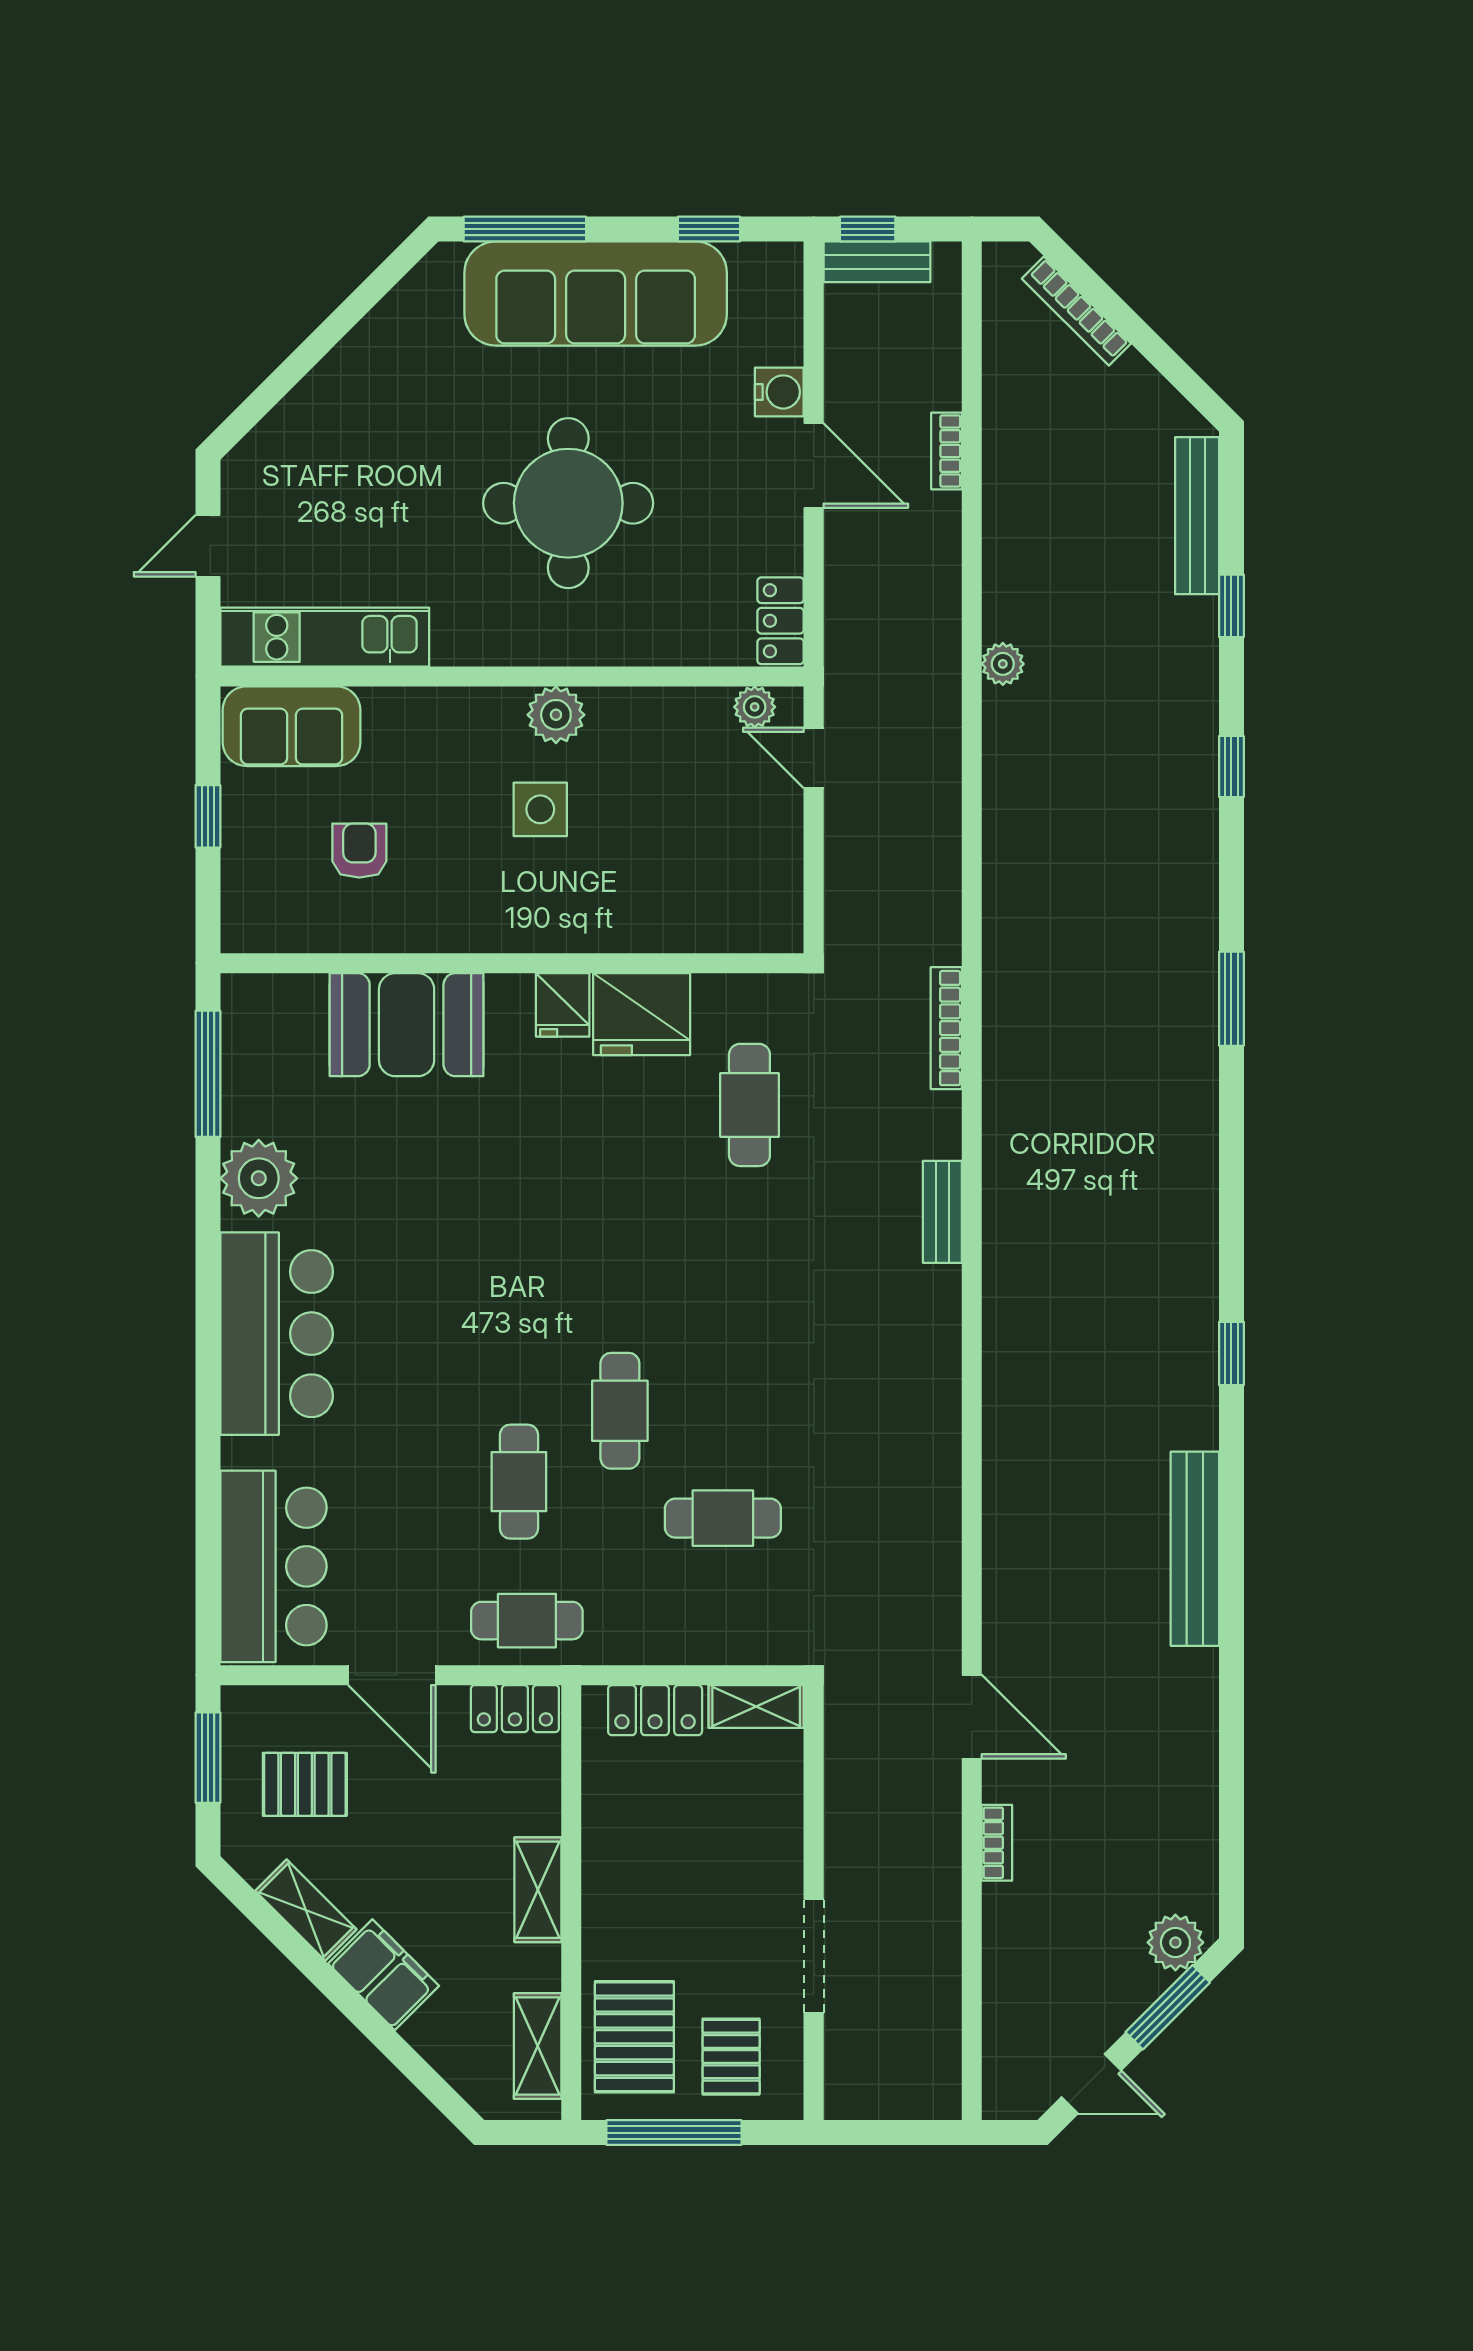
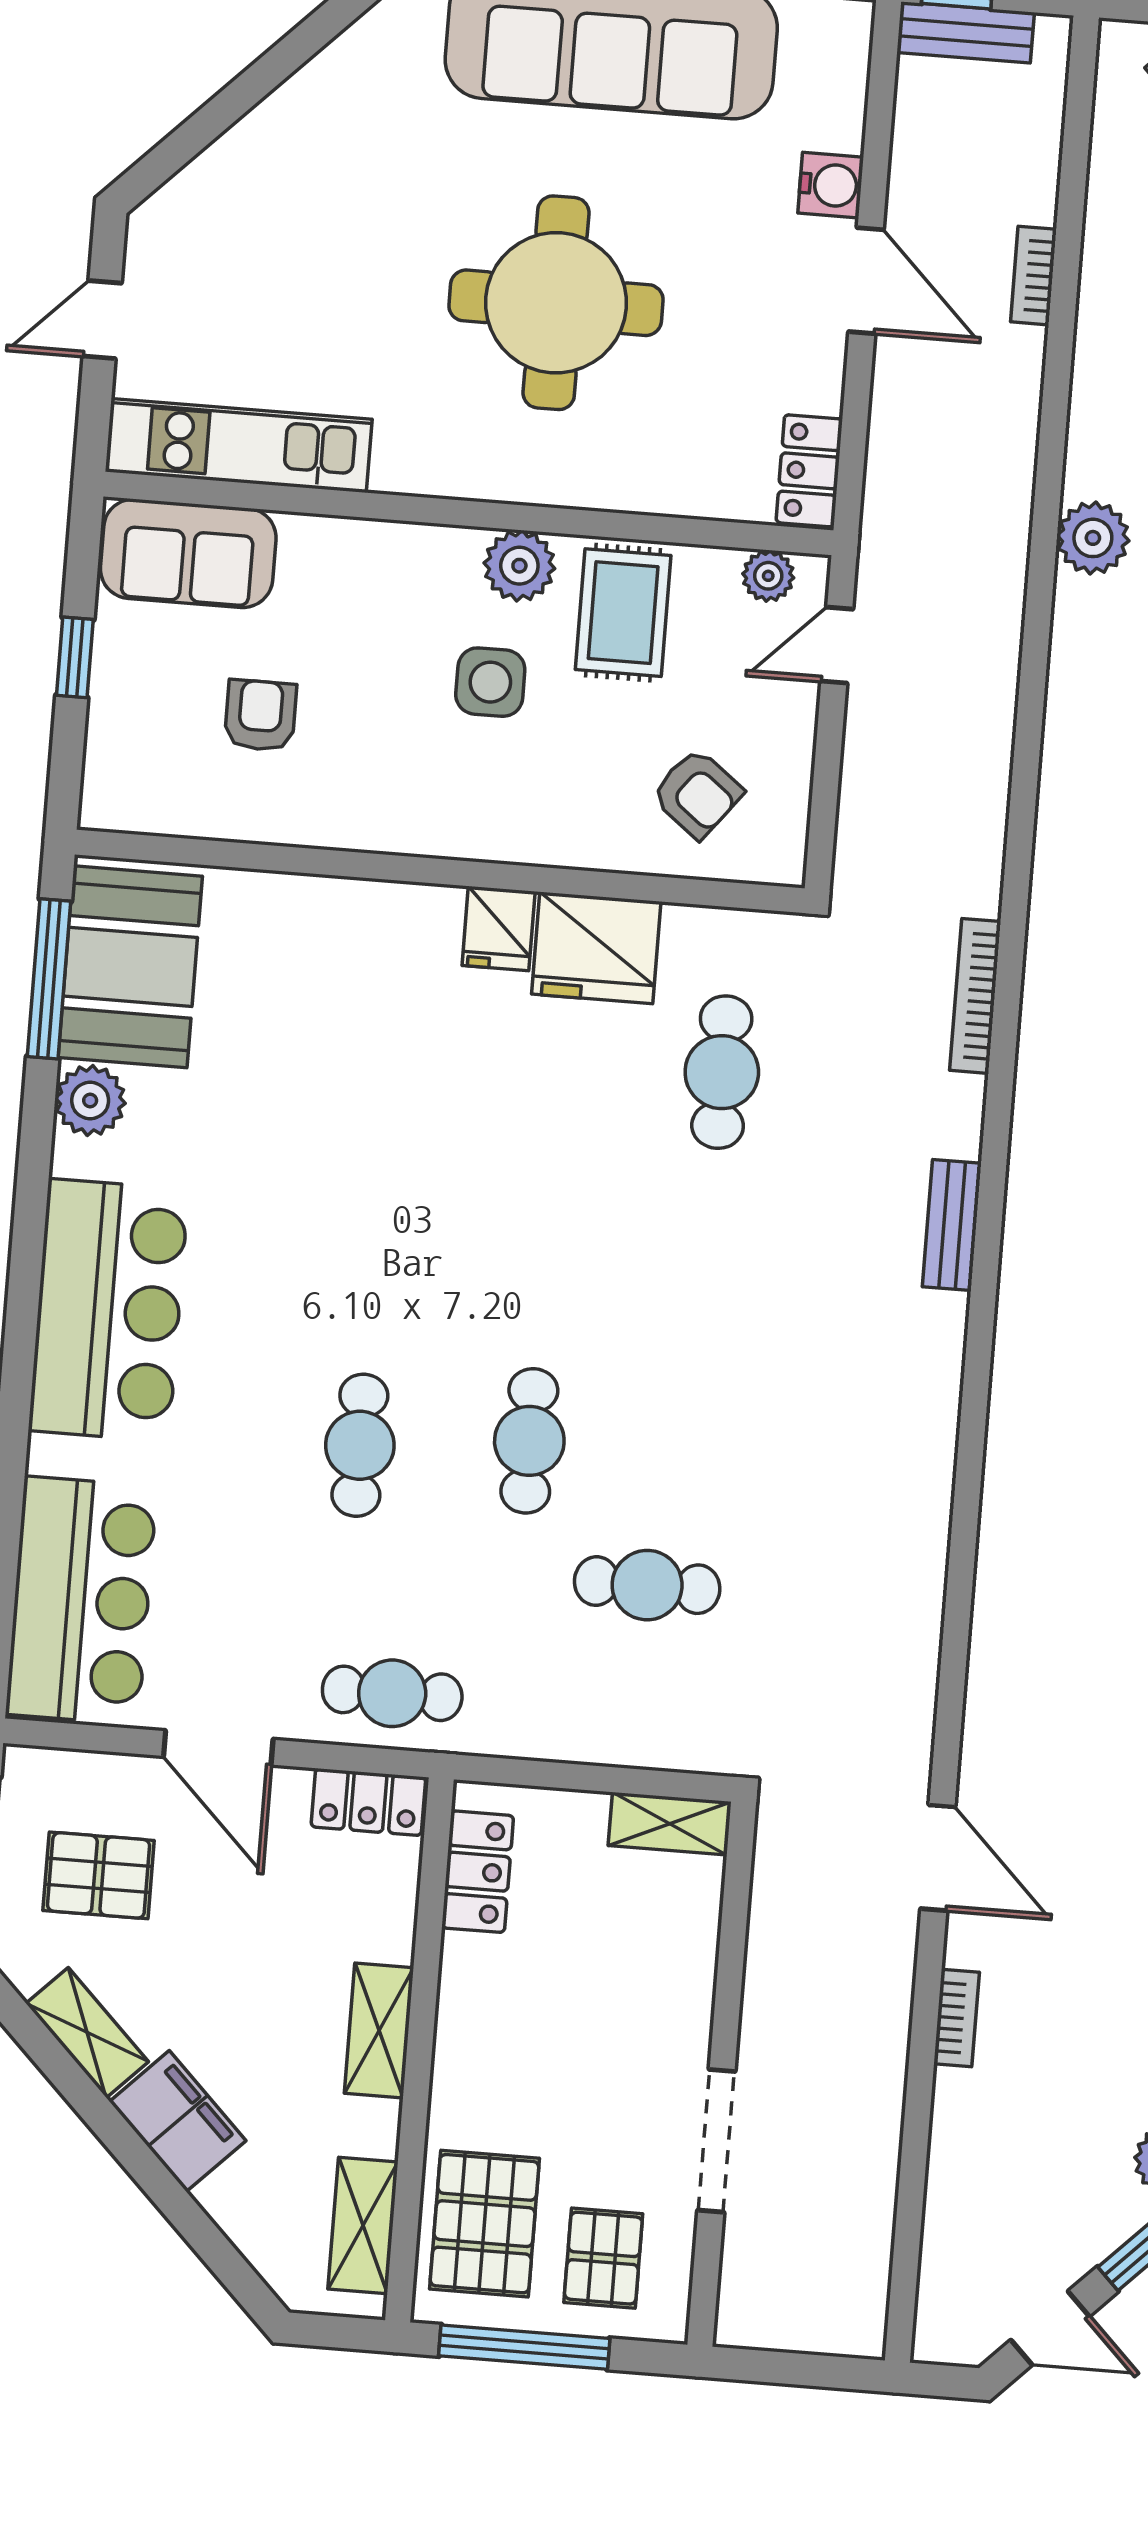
plant: (1003, 664) -> (1093, 538), width x1.38, depth x1.38
rug: (642, 745) -> (623, 613), added
door: (814, 758) -> (837, 645), hinge flipped
armchair: (712, 885) -> (697, 793), added
booth: (407, 1025) -> (130, 967), moved, turned 90
plant: (259, 1178) -> (90, 1100), width x0.73, depth x0.73
cafe table: (519, 1482) -> (360, 1445), moved
locker: (655, 1710) -> (478, 1872), moved, turned -90

